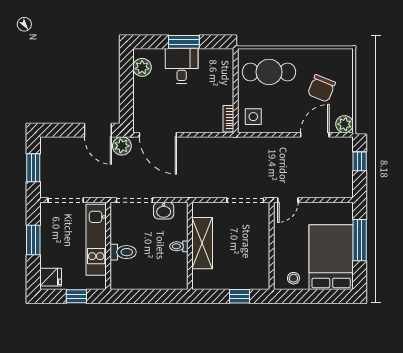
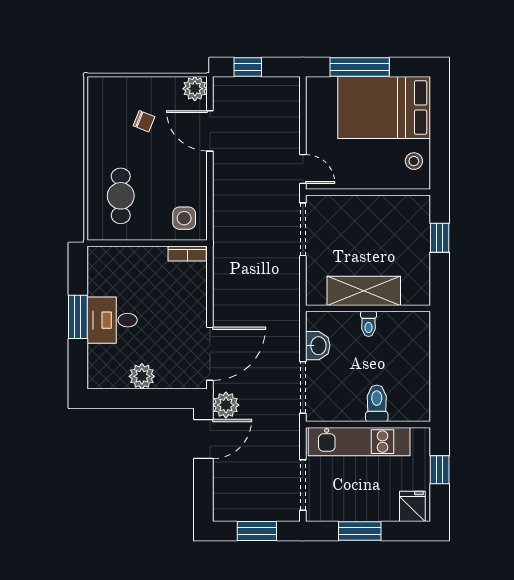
plant: (142, 67) -> (142, 376), moved
cafe table: (269, 72) -> (121, 196), width x0.73, depth x0.74
chair: (322, 88) -> (144, 121), width x0.54, depth x0.54

